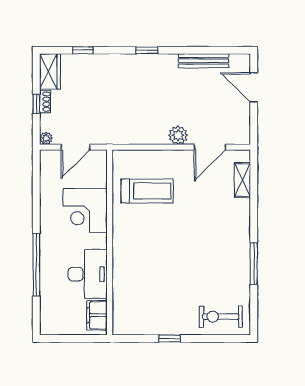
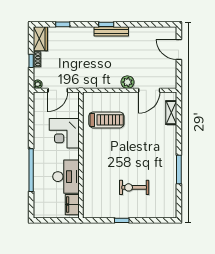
bench: (204, 61) -> (111, 31), moved
exercise bike: (221, 317) -> (134, 187), moved

